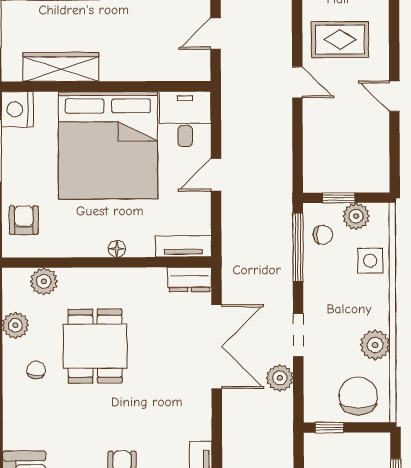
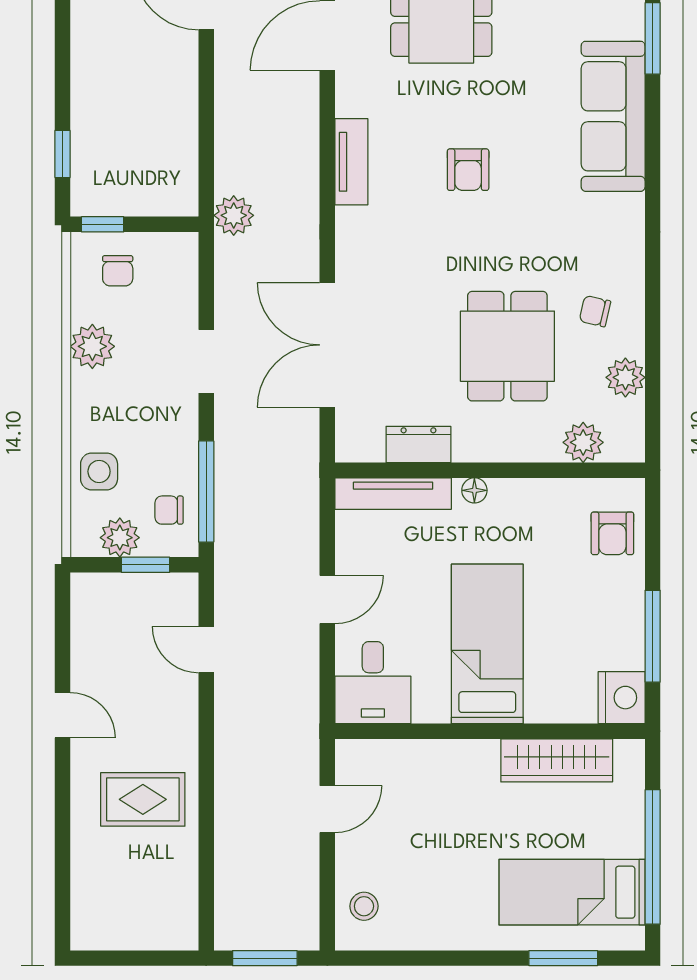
door: (297, 82) -> (206, 650), moved
bed: (108, 145) -> (487, 644), width x0.49
tv unit: (183, 246) -> (393, 494), width x1.41
dresser: (189, 279) -> (418, 444), moved
chair: (36, 370) -> (595, 311), turned 96
plant: (280, 378) -> (234, 215), moved
chair: (358, 396) -> (118, 271), width x0.54, depth x0.54
window: (329, 427) -> (103, 224), moved

